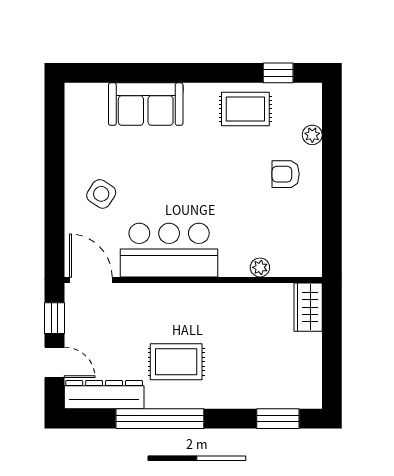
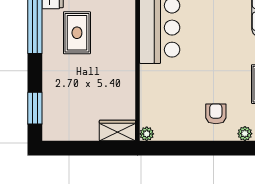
plant: (260, 267) -> (147, 134), moved

